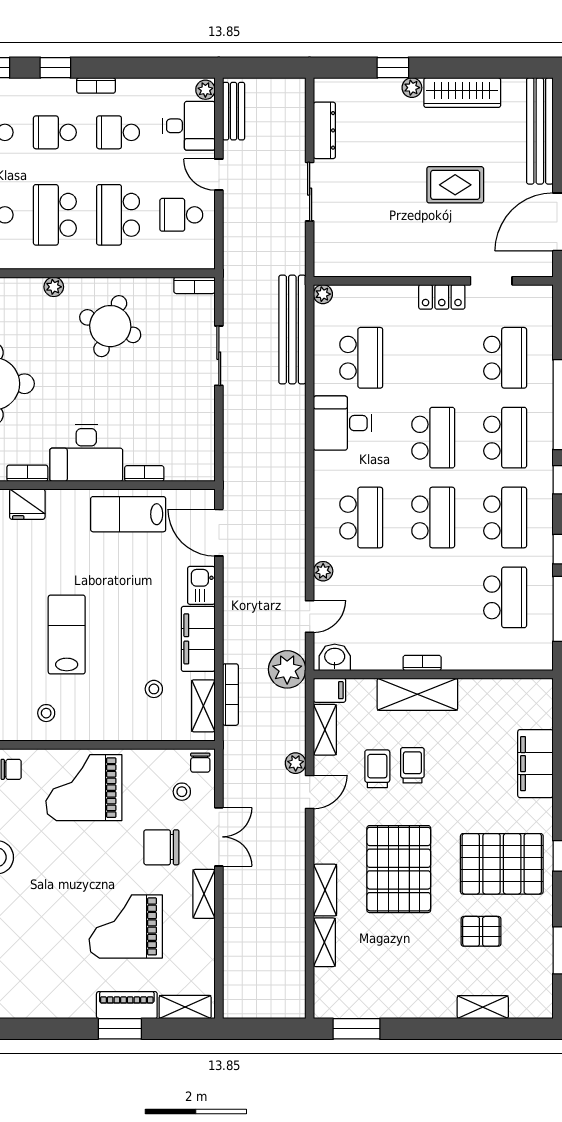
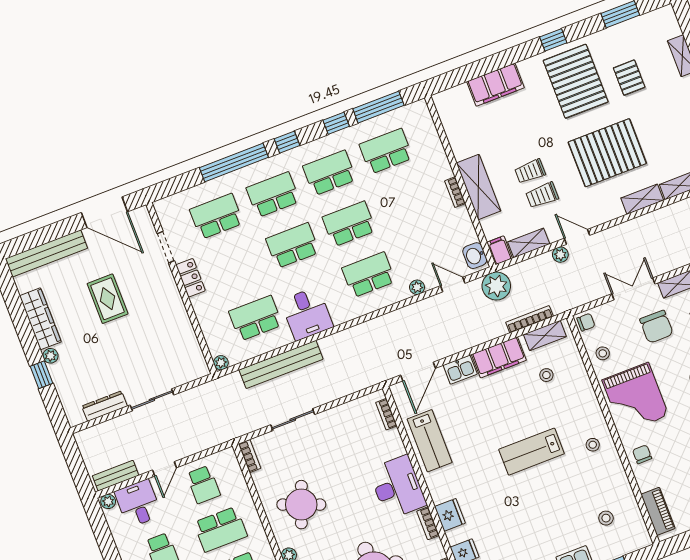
bench: (292, 330) -> (281, 364), moved
bookcase: (144, 474) -> (386, 414), moved
stool: (182, 792) -> (603, 353), moved

